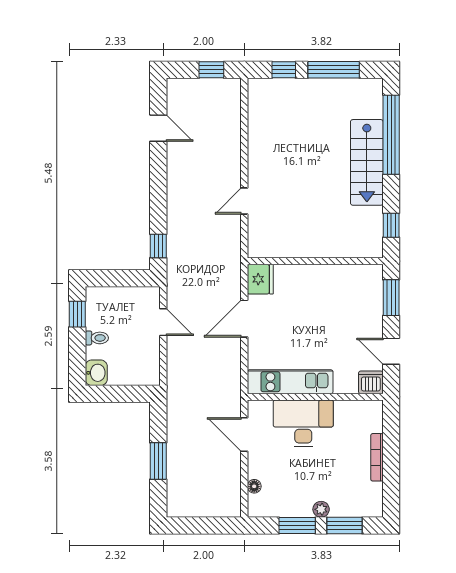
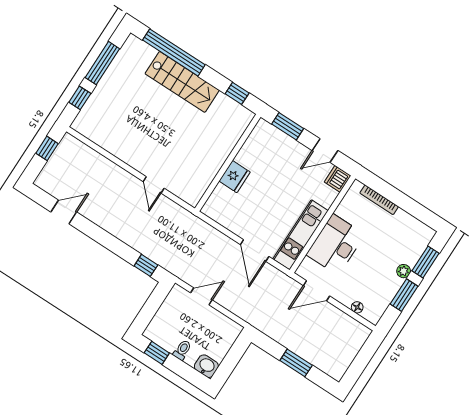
fridge: (260, 279) -> (235, 177), moved, turned 90
door: (244, 319) -> (255, 251), moved
bookcase: (377, 457) -> (379, 200), moved

